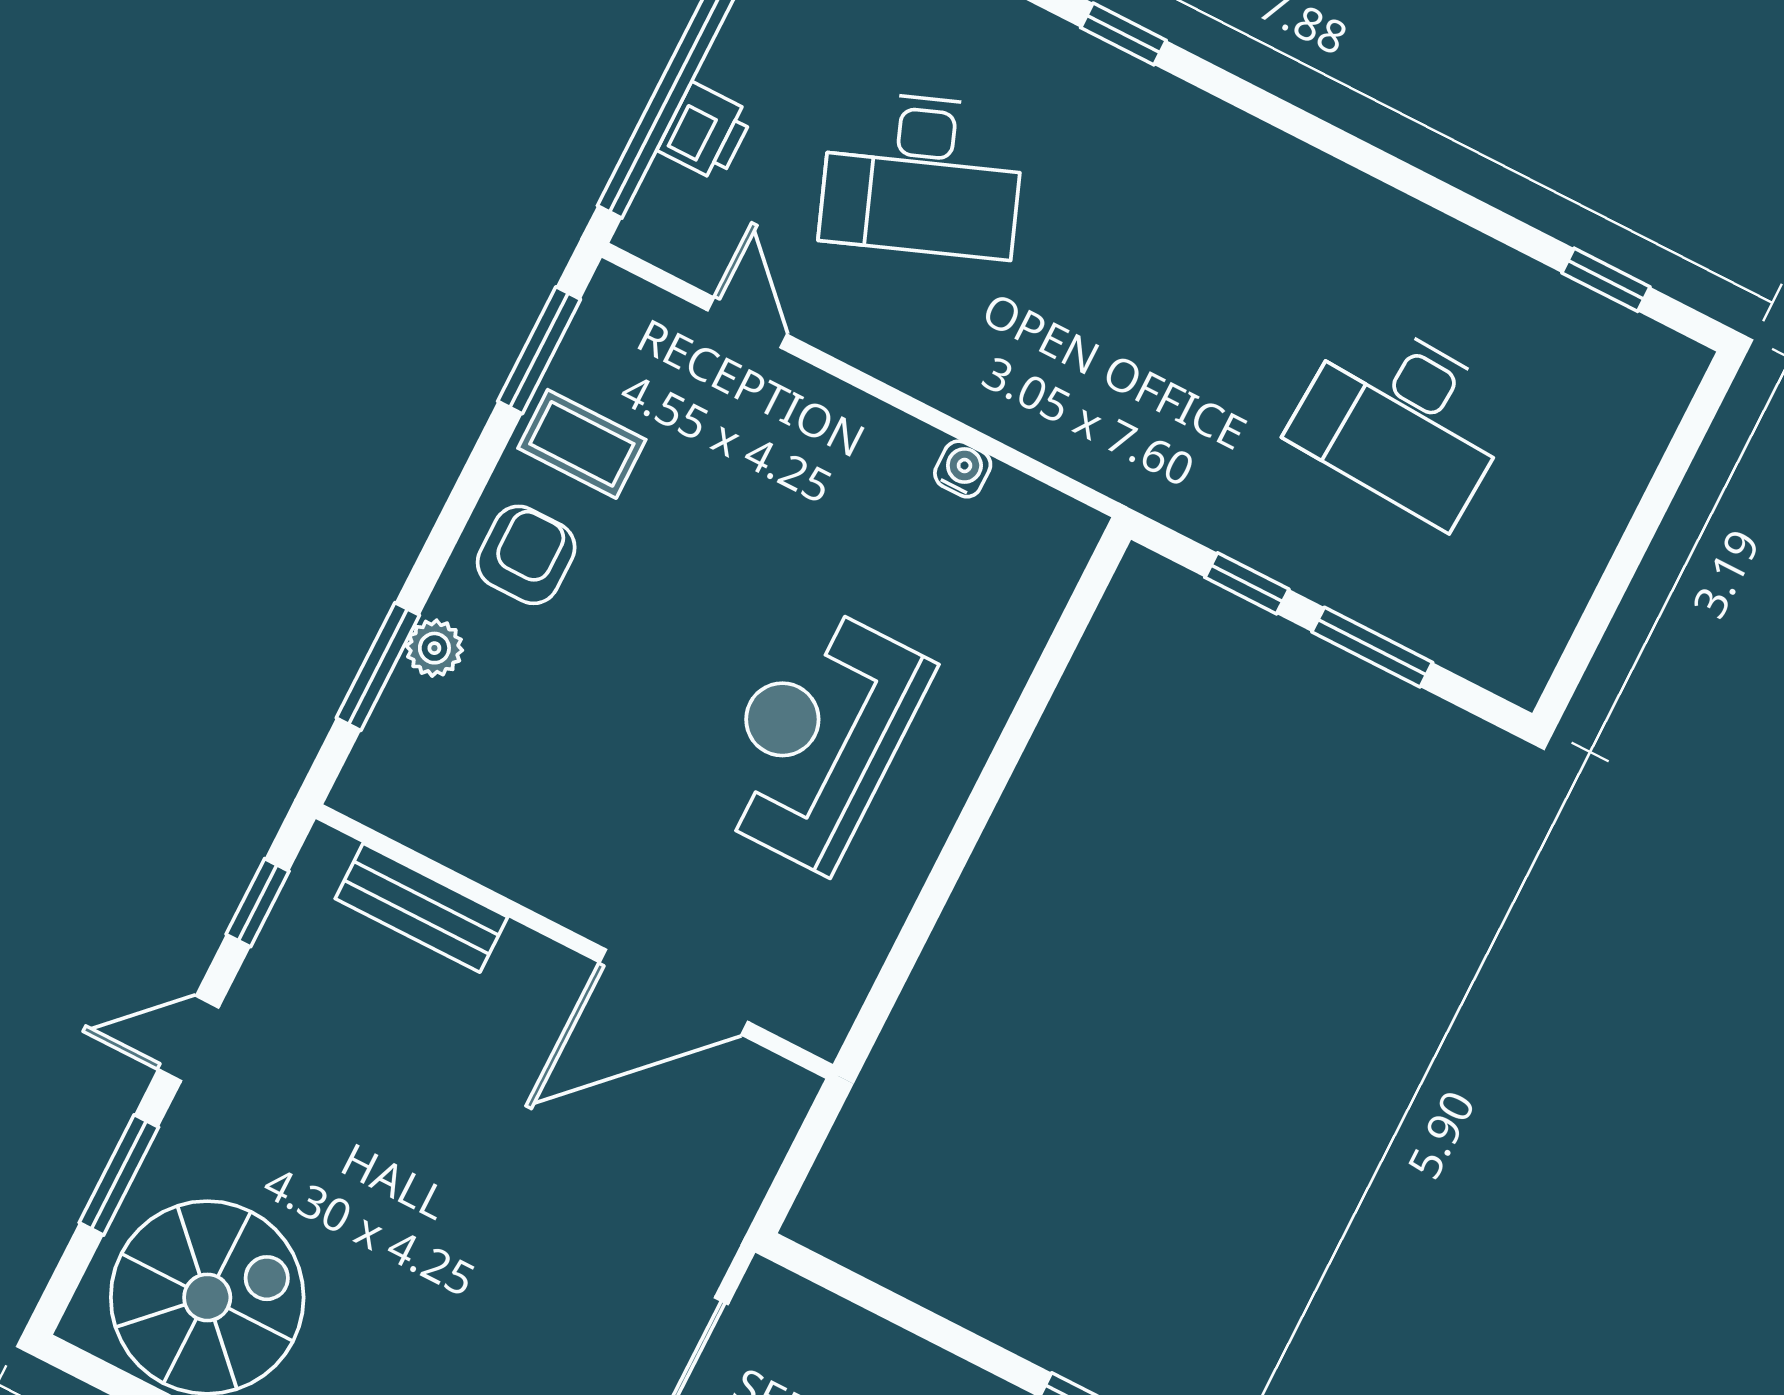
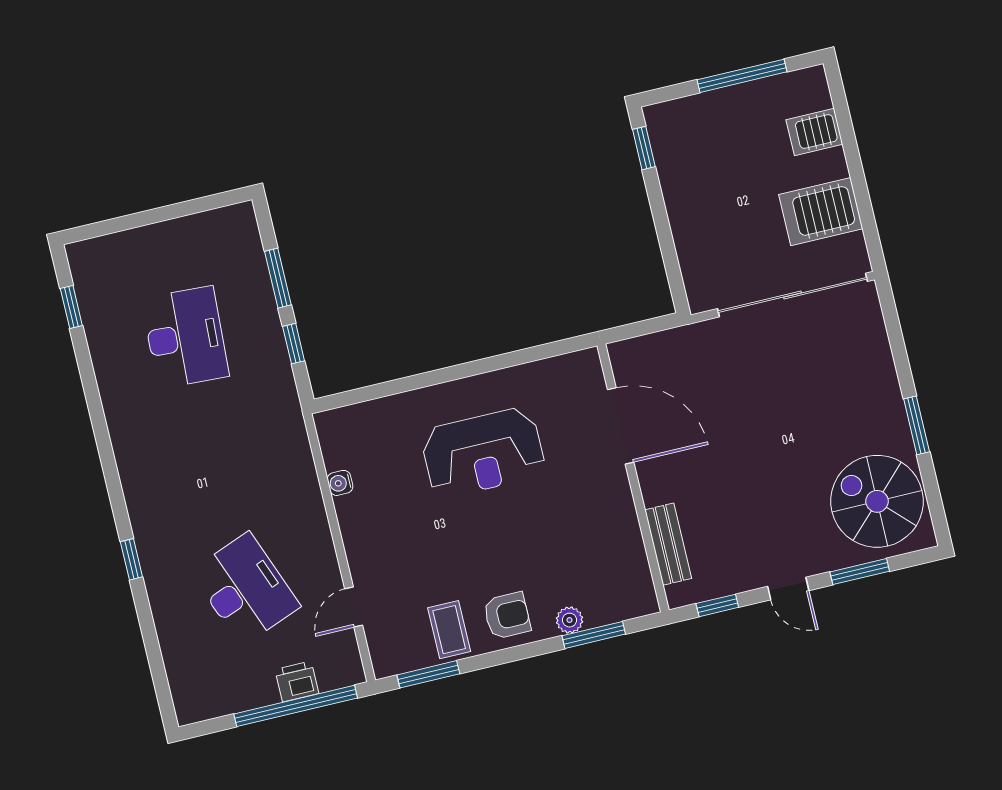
armchair: (526, 555) -> (507, 616), turned 180

